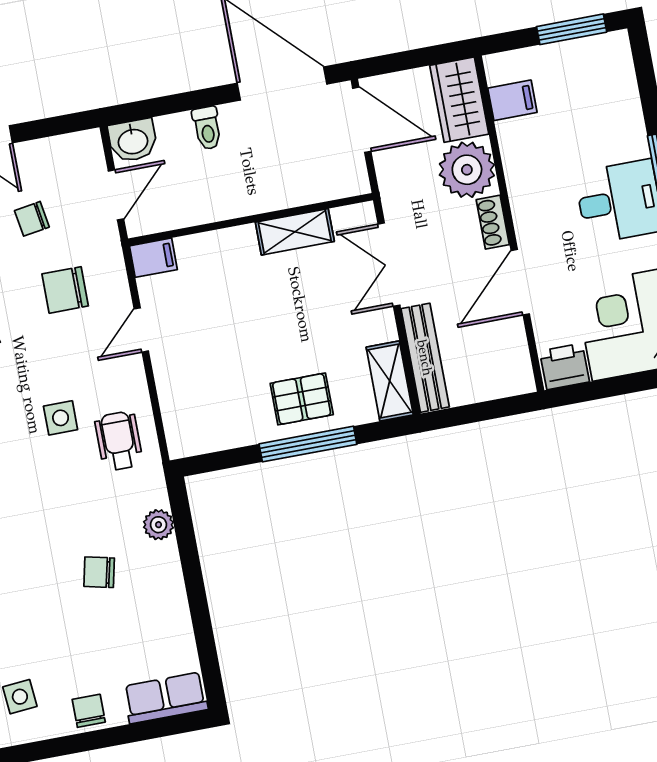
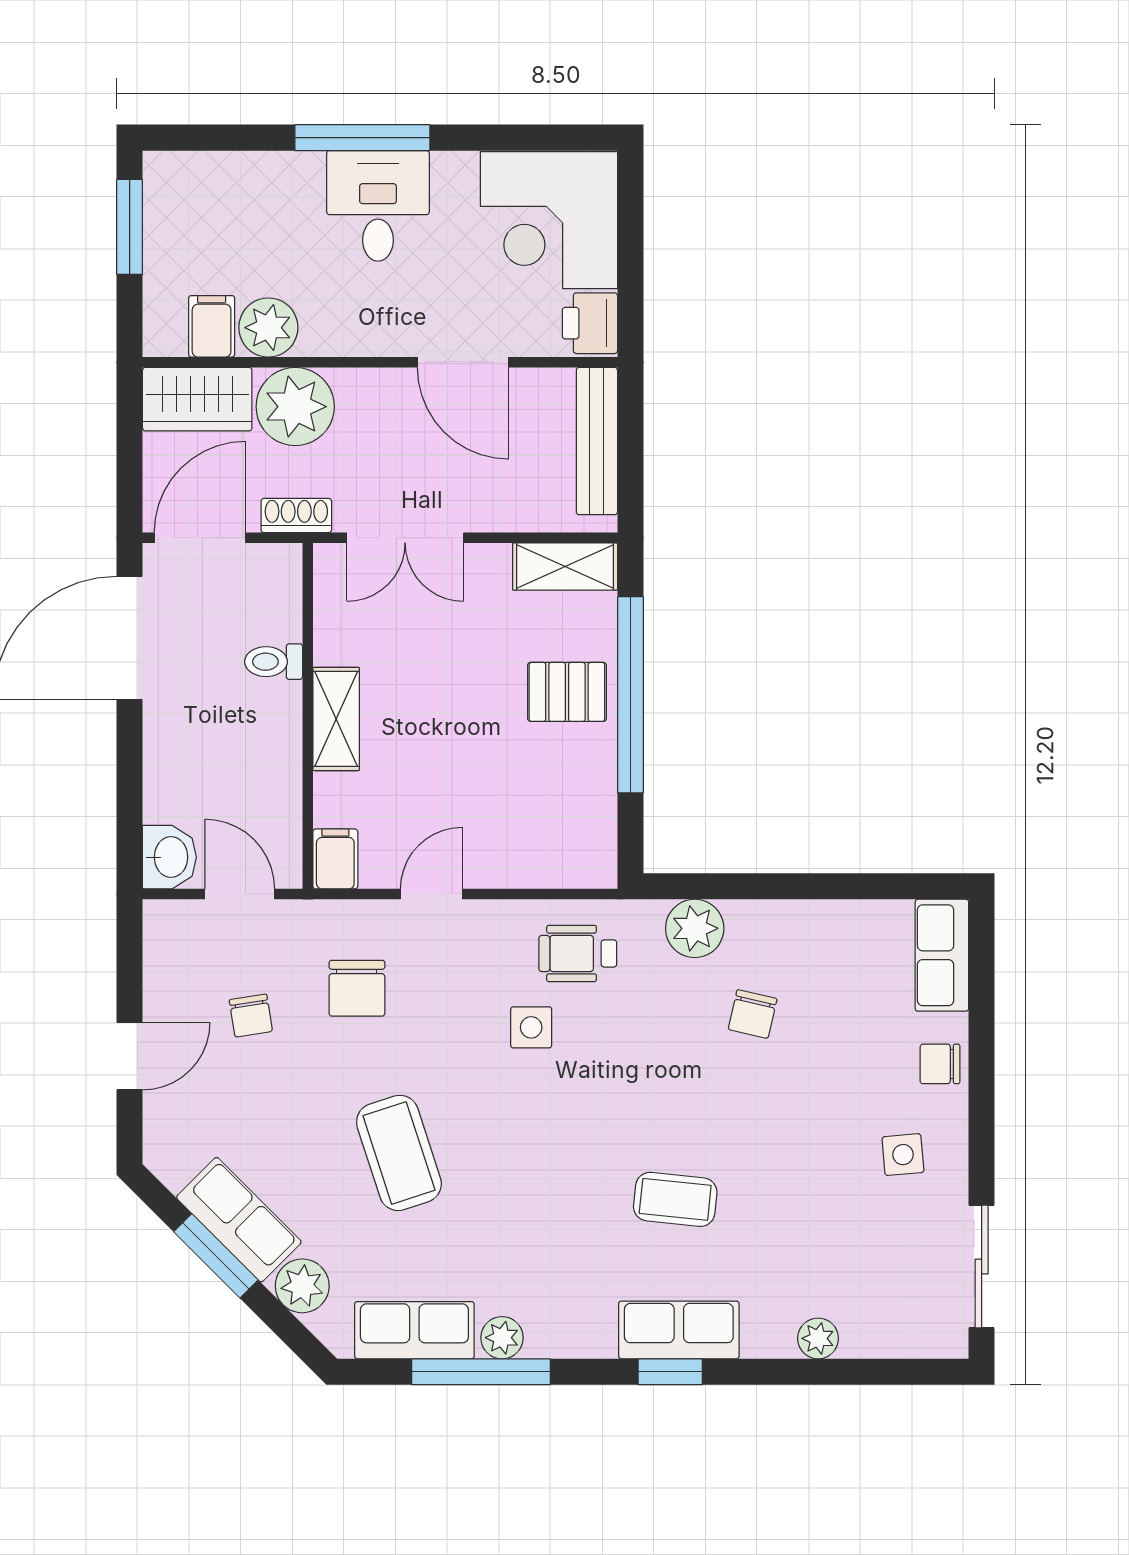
toilet: (207, 128) -> (274, 662), moved, turned 180
plant: (519, 140) -> (268, 328), added
shoe rack: (493, 222) -> (296, 516), moved, turned 180
shelving: (295, 232) -> (336, 719), moved
door: (141, 330) -> (431, 894), swing flipped
bench: (425, 358) -> (597, 441), moved, turned 90
pallet: (302, 399) -> (567, 692), turned 90
window: (308, 444) -> (630, 695), width x1.46
plant: (158, 525) -> (695, 928), width x1.38, depth x1.38

